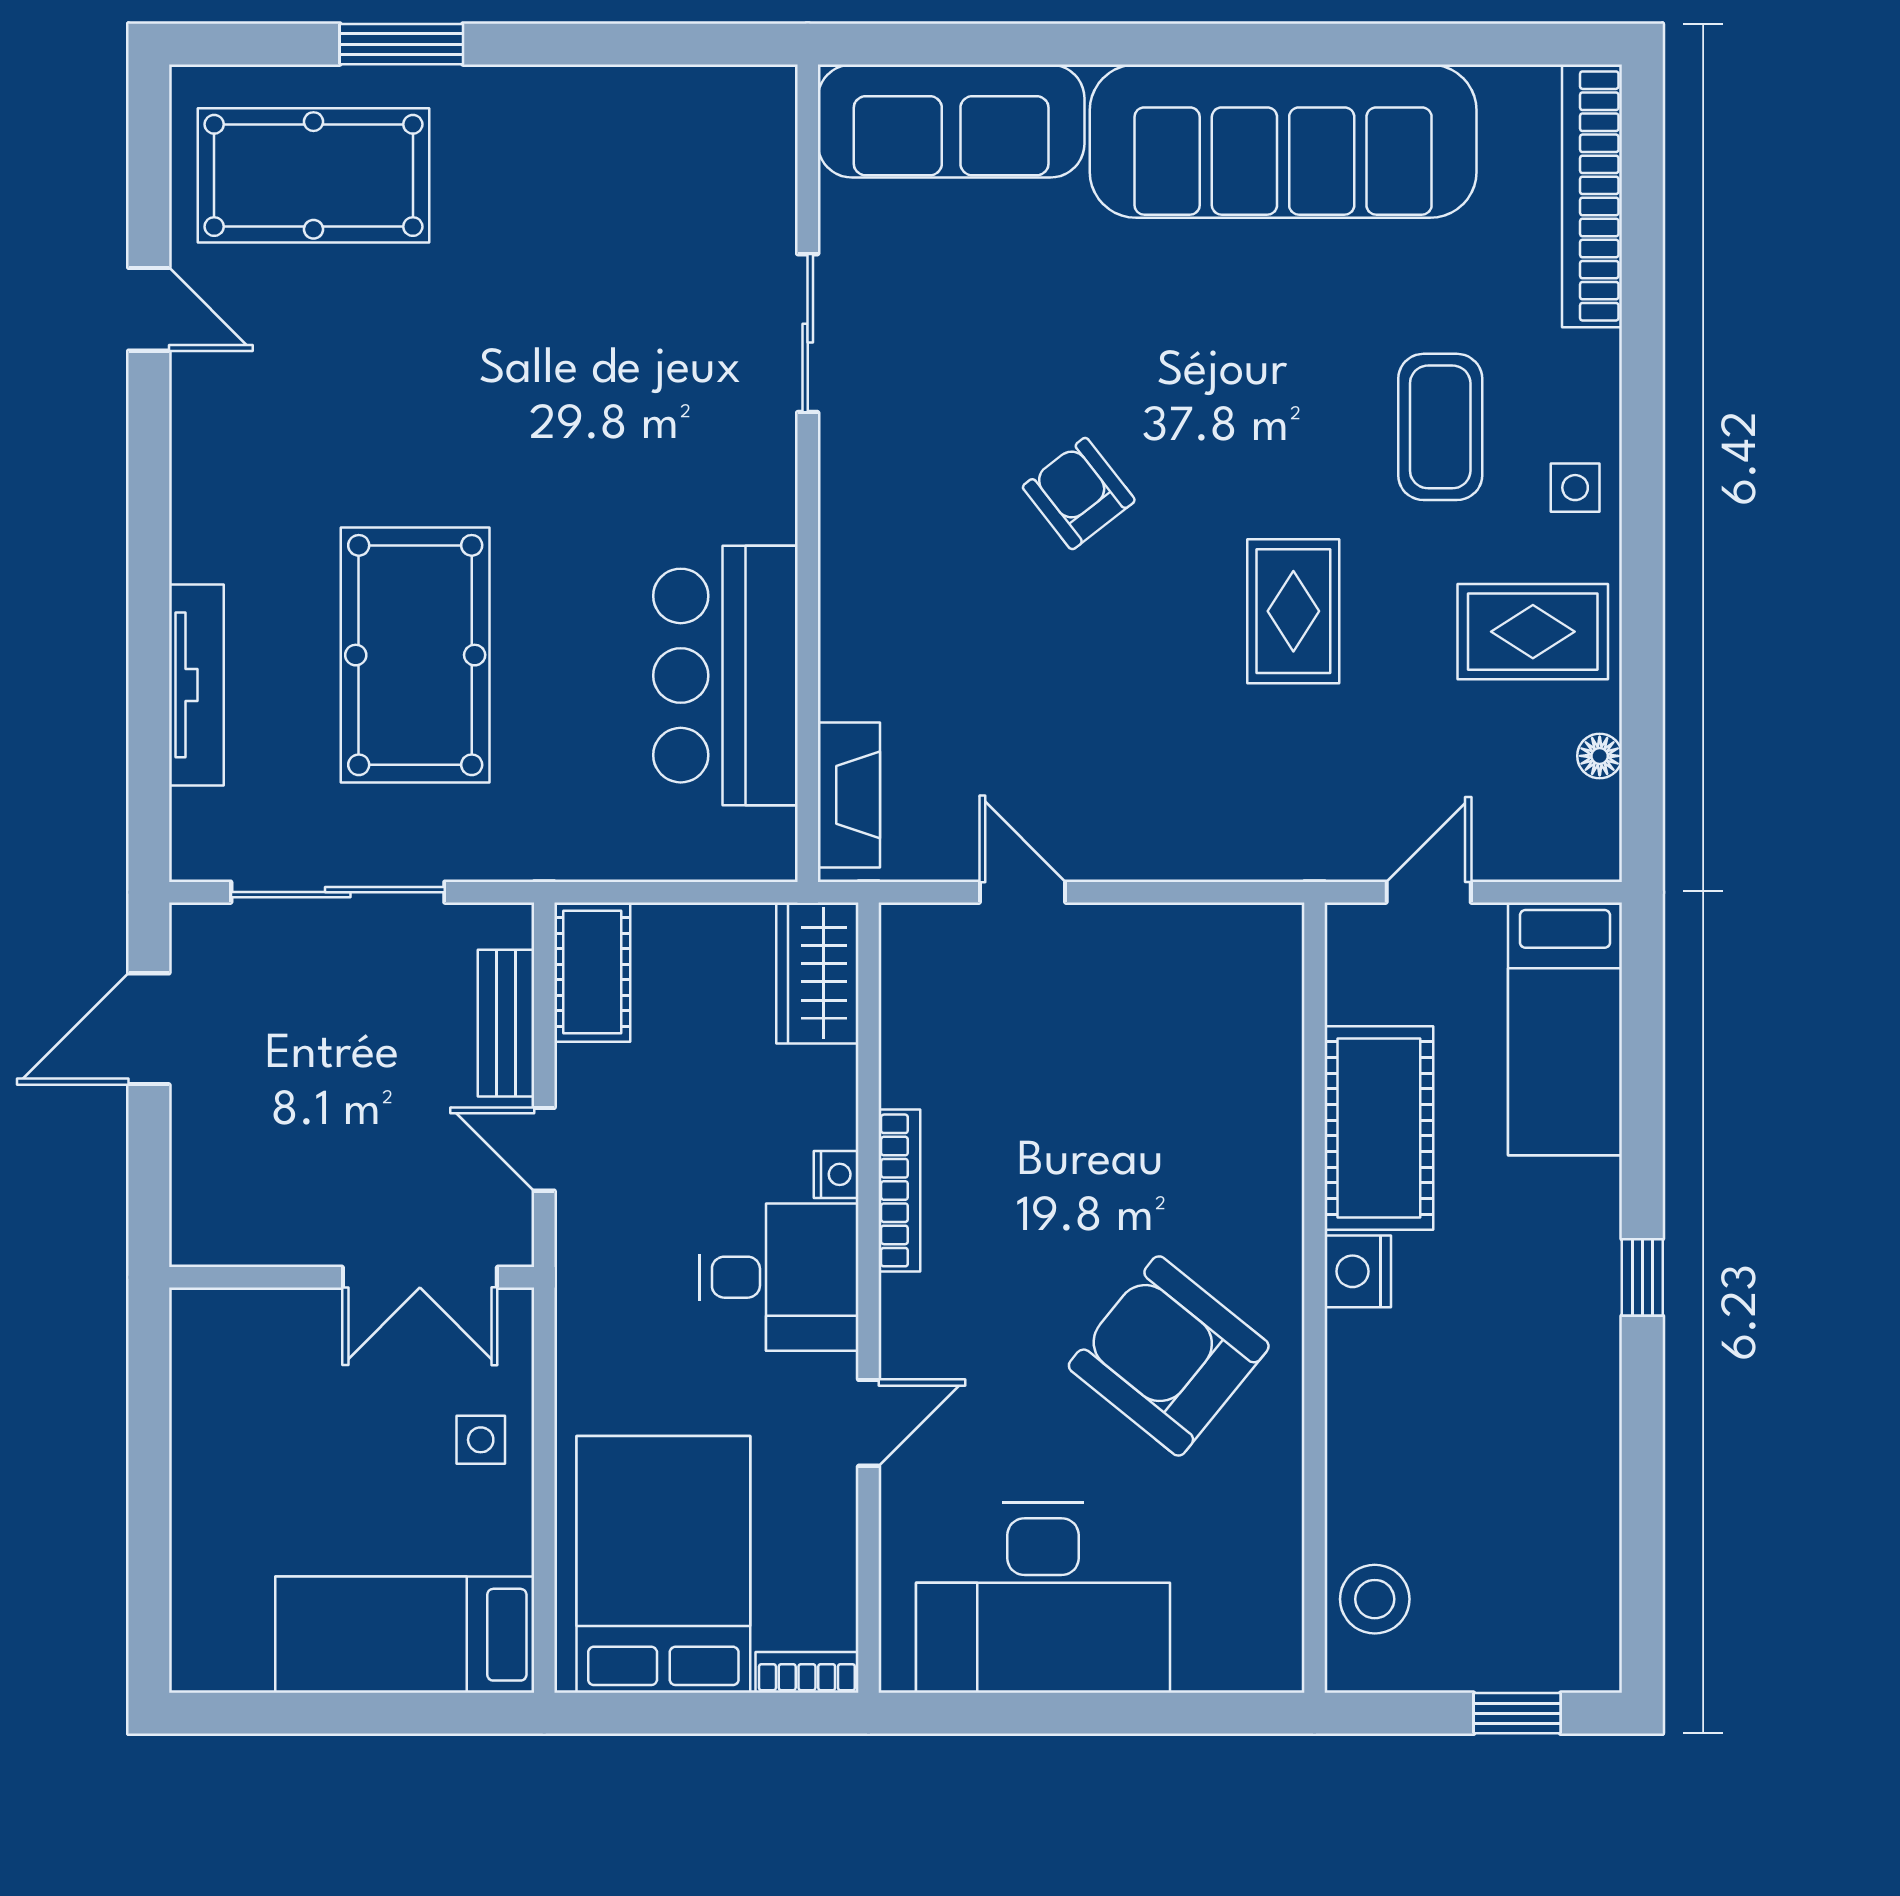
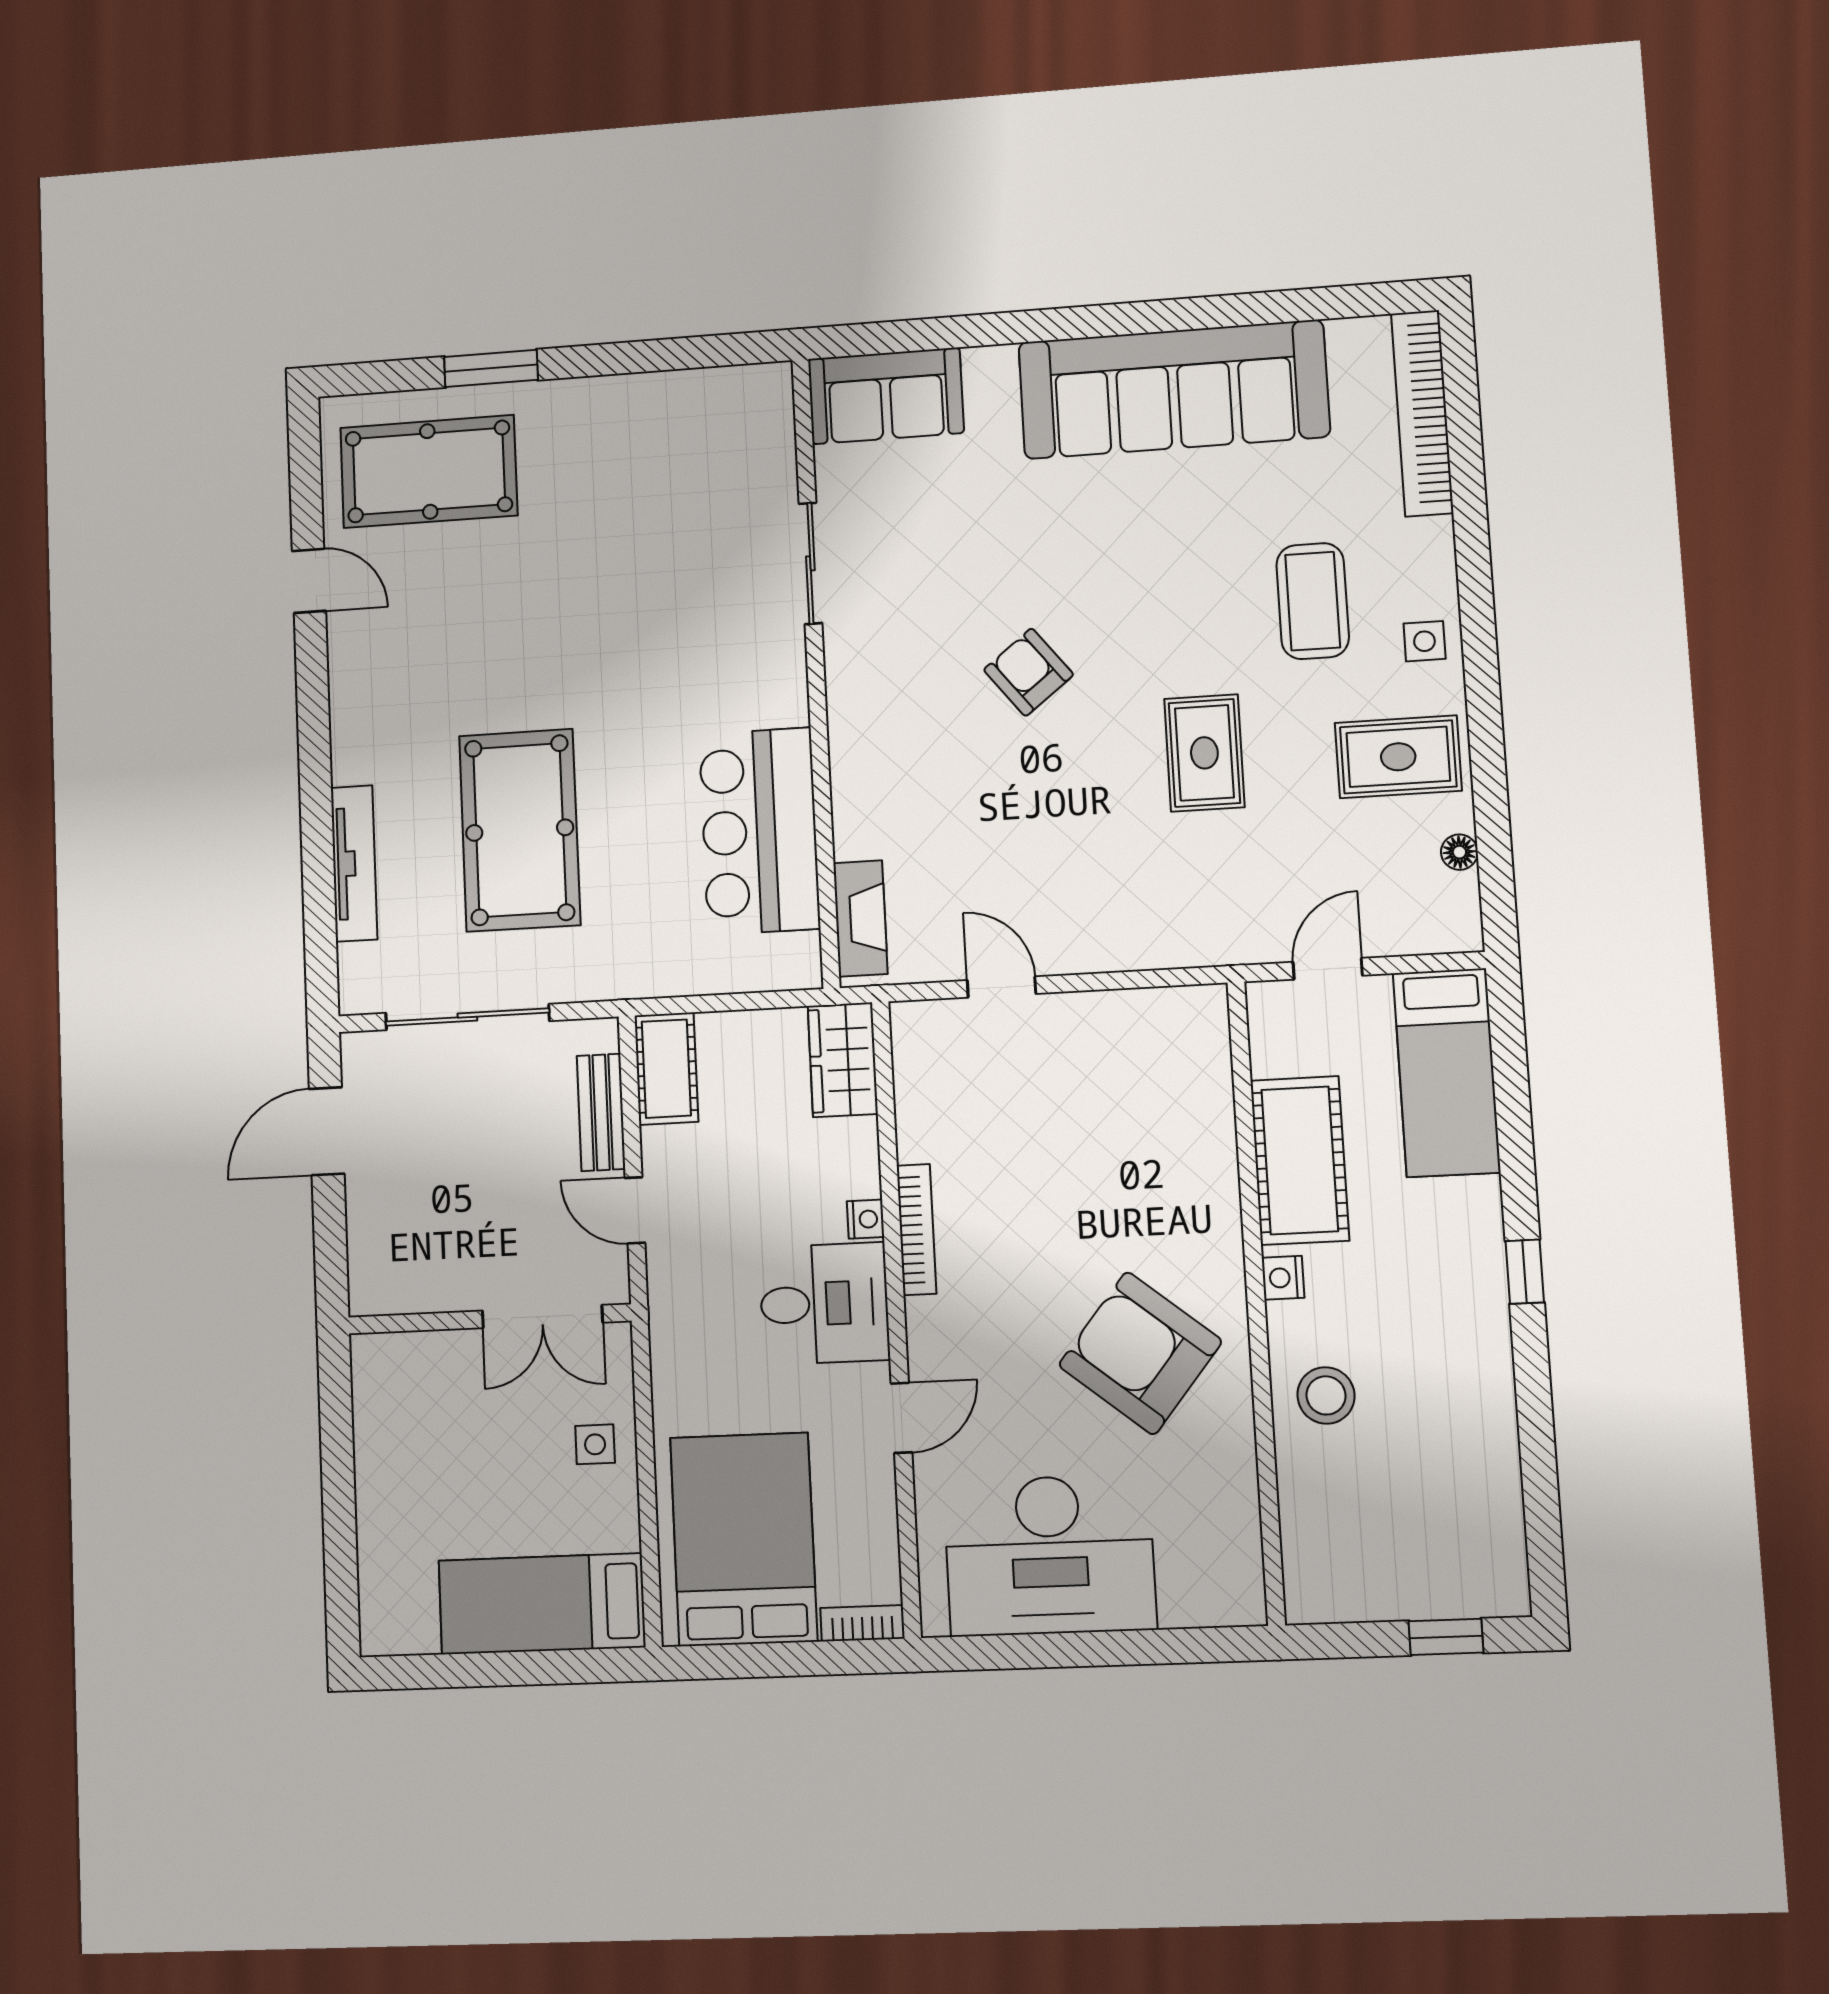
sofa: (951, 121) -> (886, 396), width x0.73
nightstand: (1358, 1271) -> (1283, 1278), width x0.72, depth x0.74
stool: (1375, 1599) -> (1326, 1395), moved

